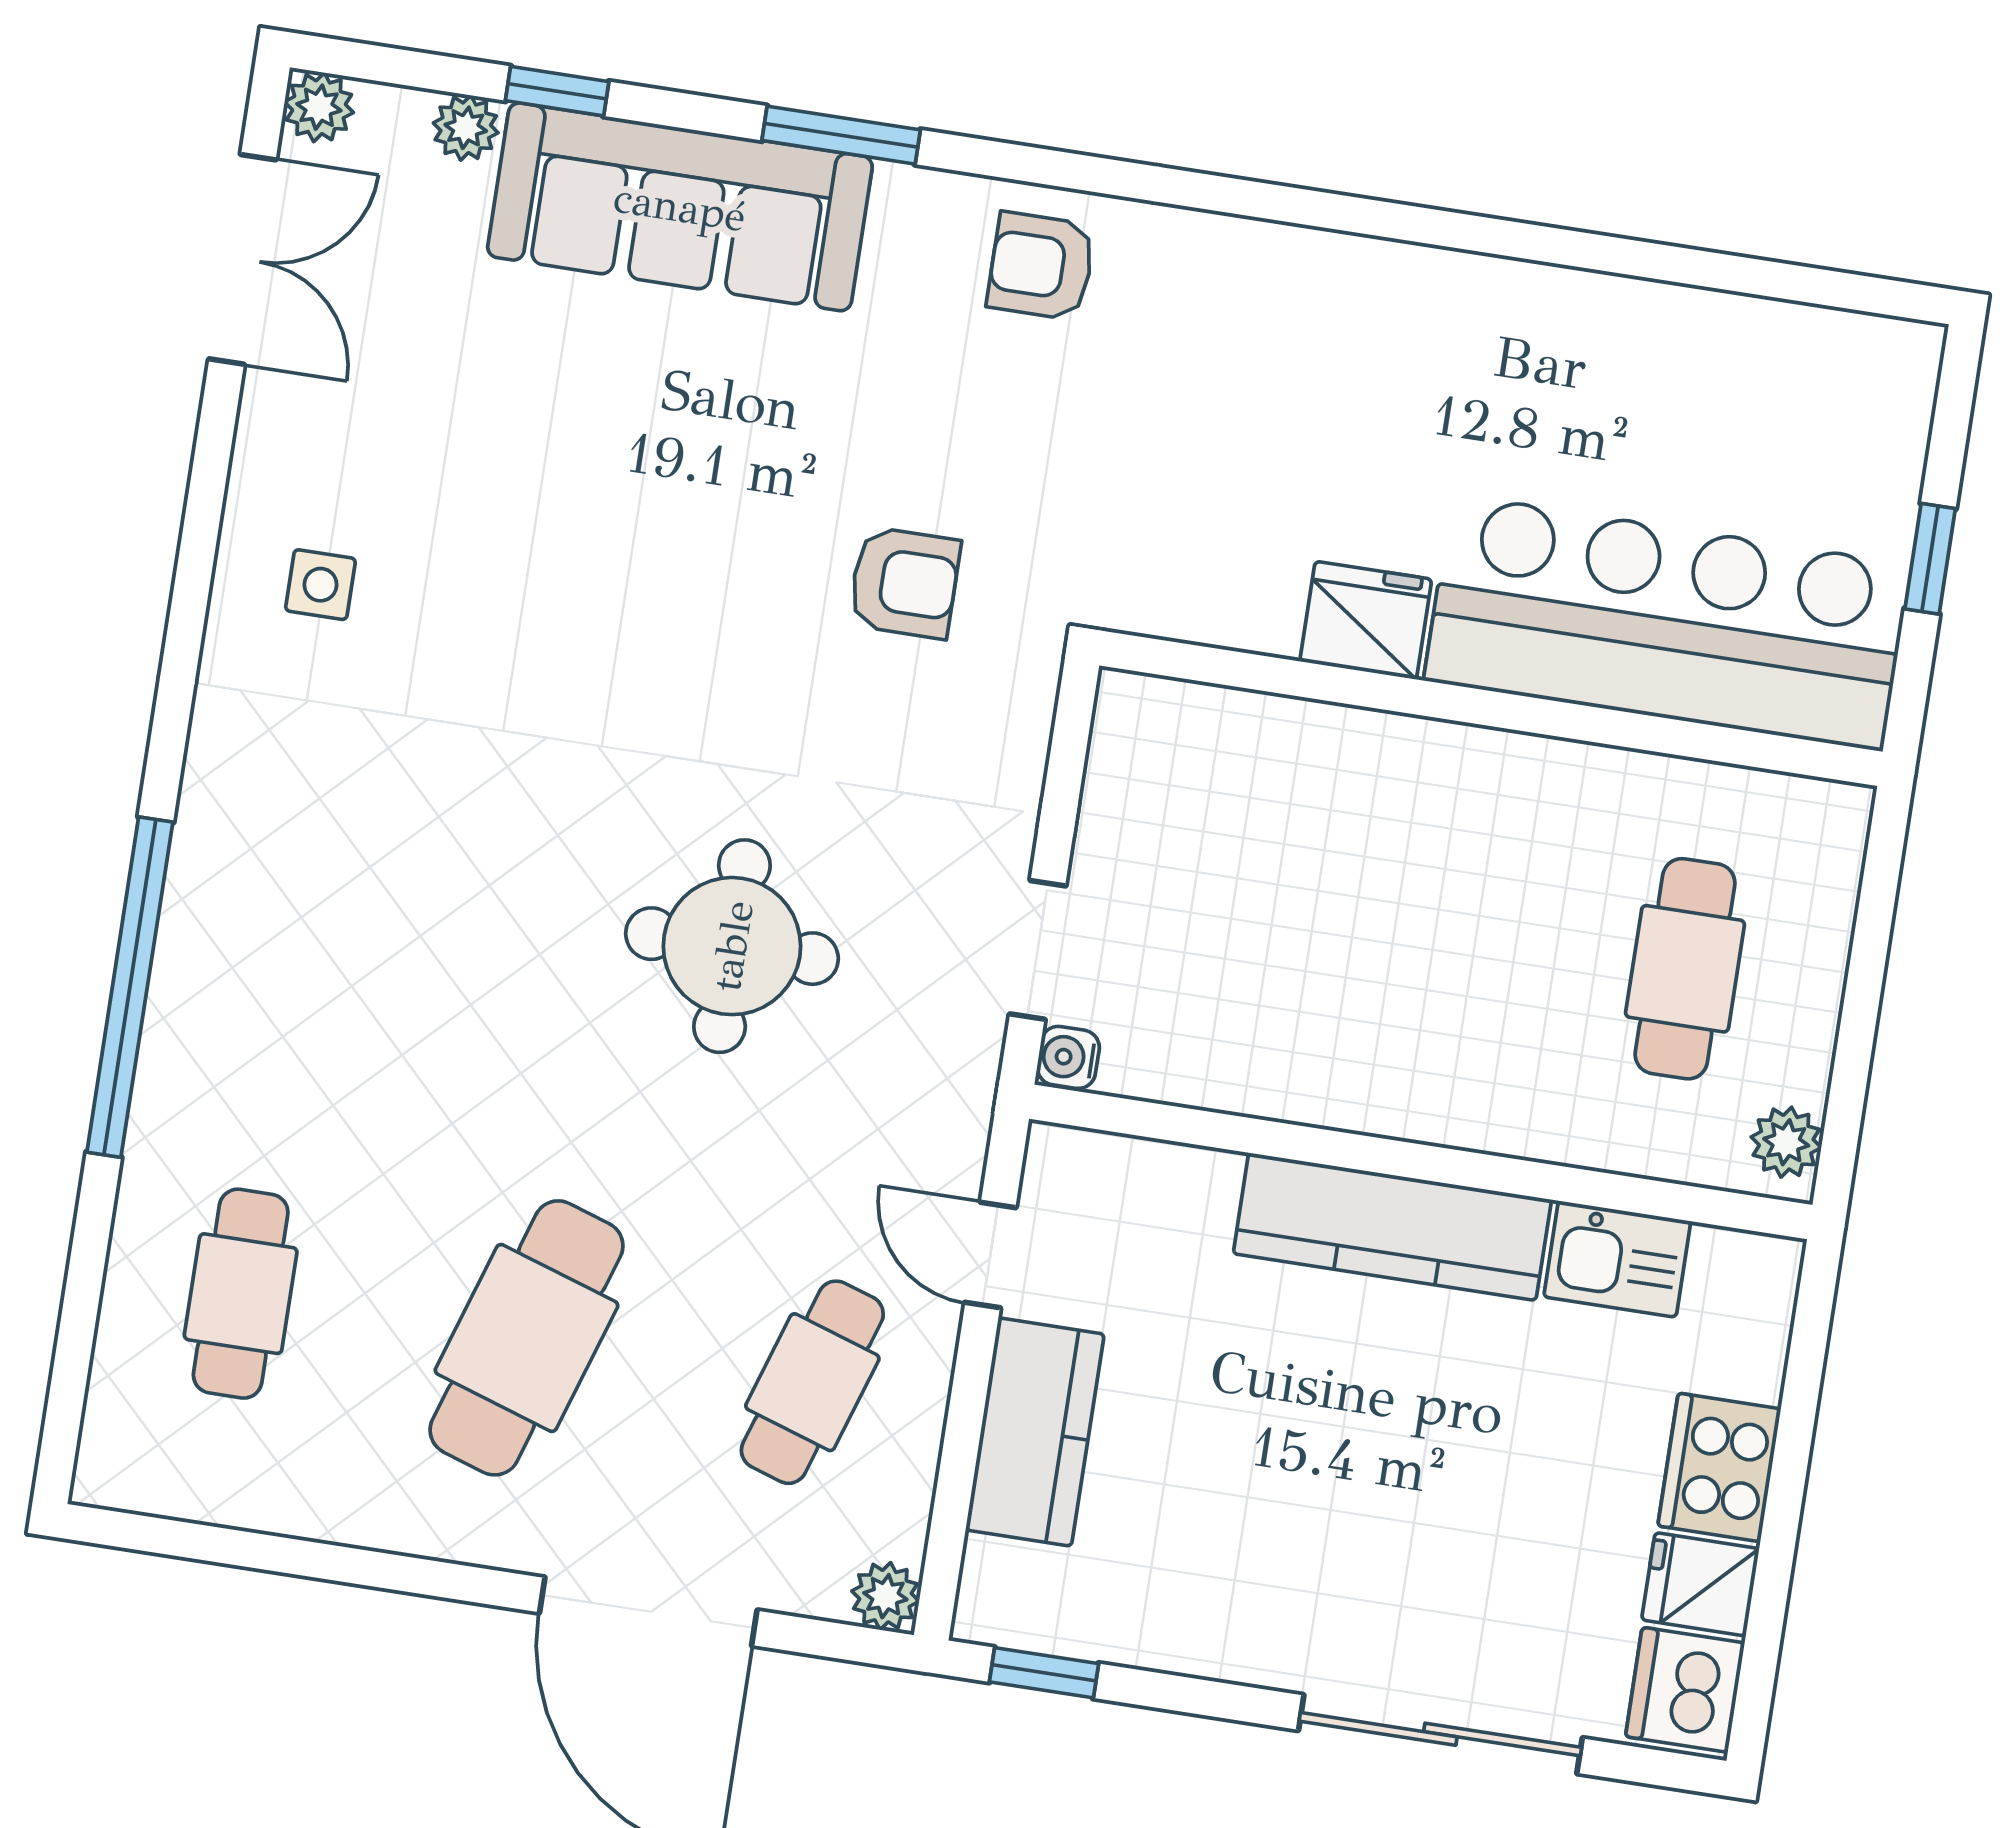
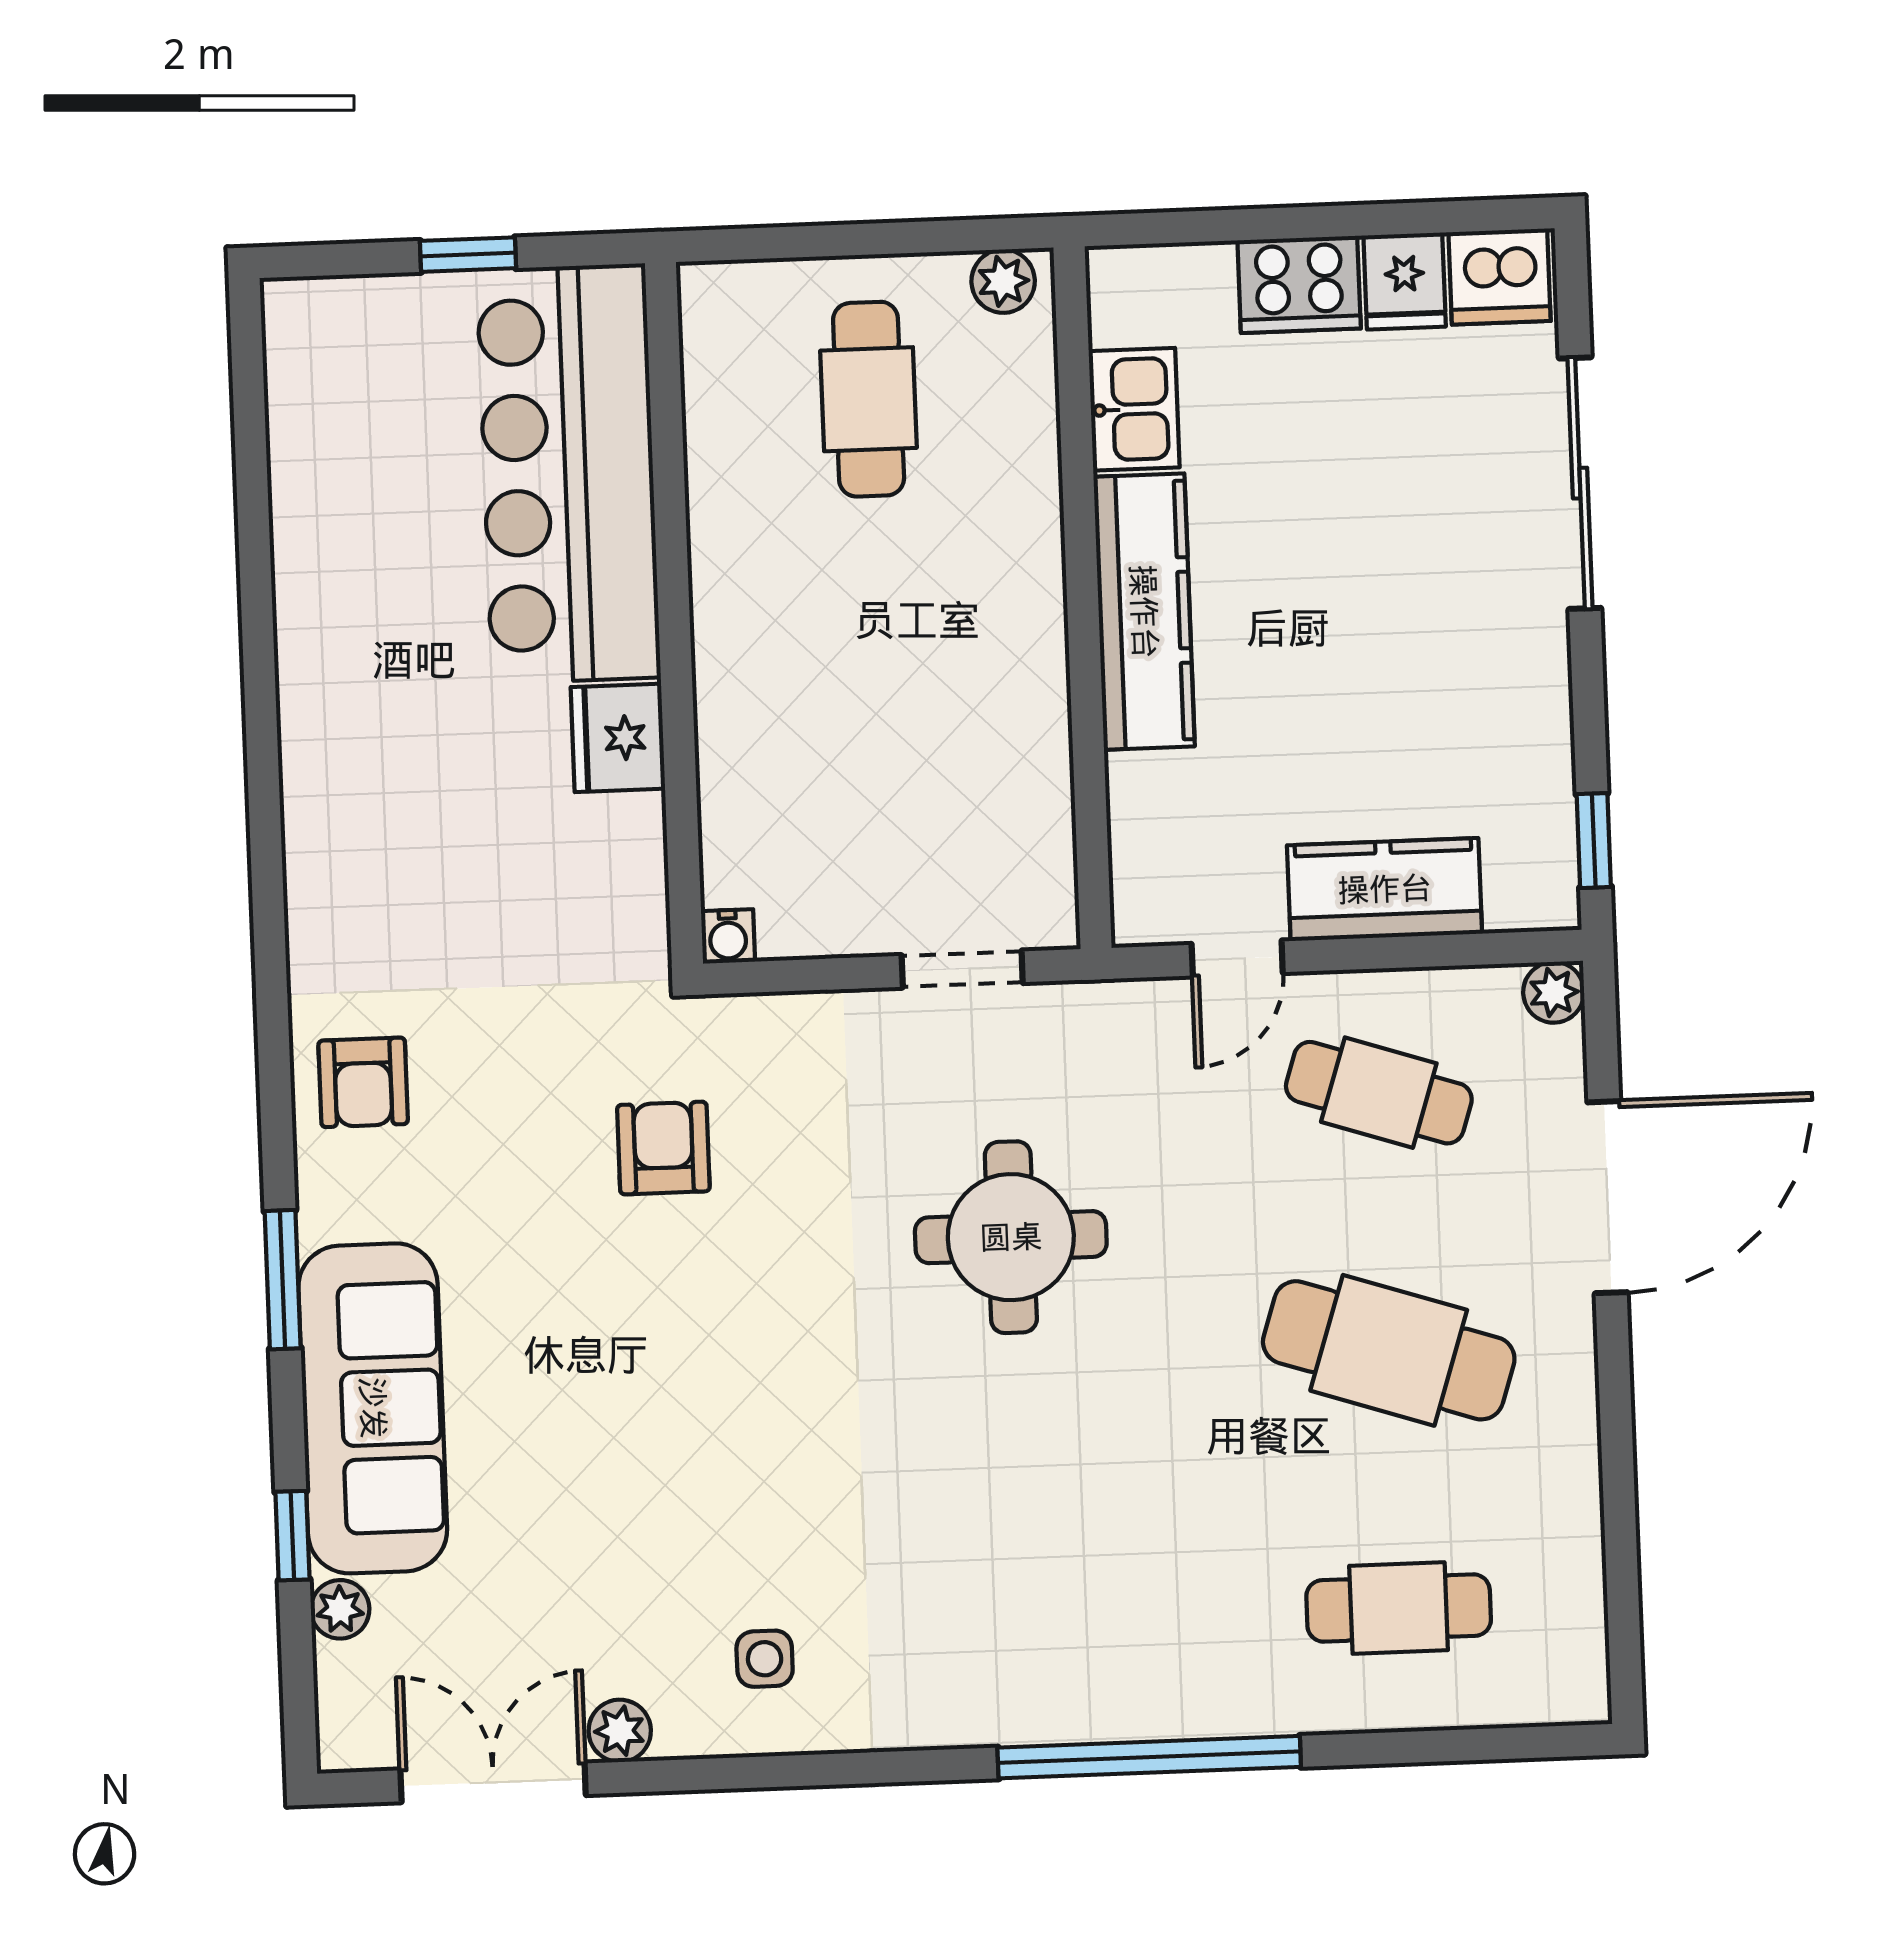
plant: (319, 107) -> (620, 1731), moved
cafe table: (1685, 969) -> (869, 399), turned 90
water cooler: (1068, 1057) -> (728, 936), moved

